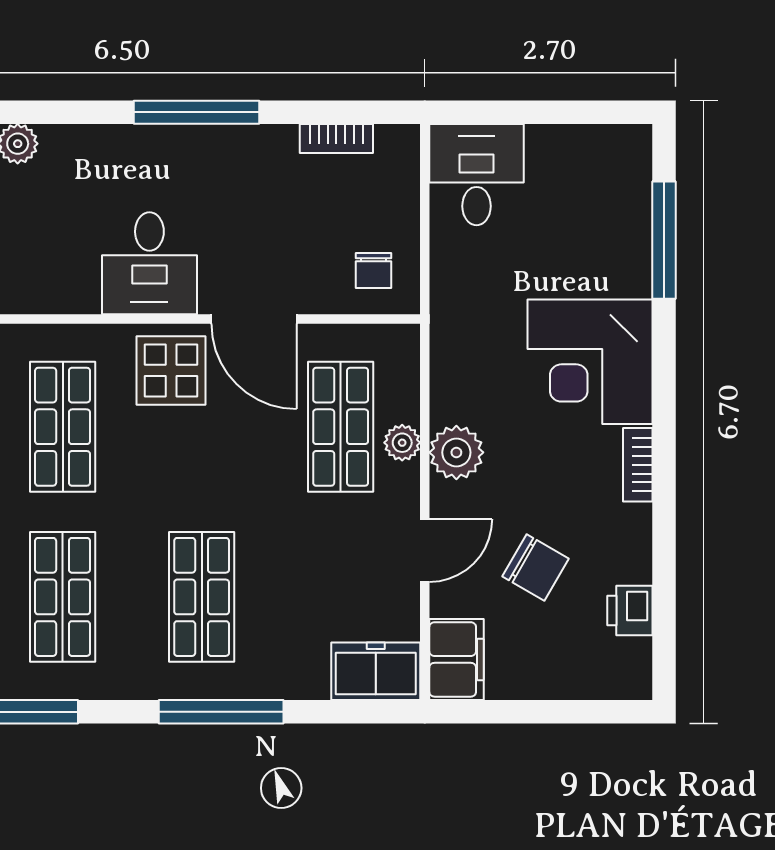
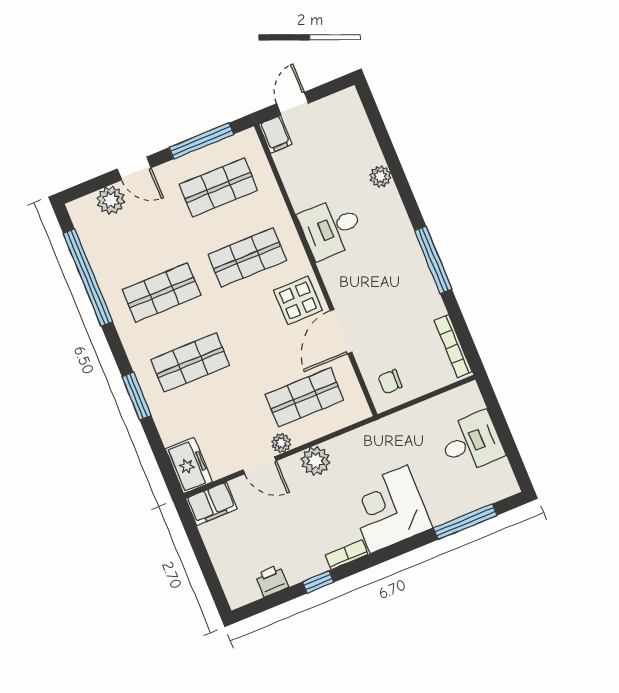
bookcase: (336, 138) -> (453, 346), width x1.56
desk: (477, 175) -> (471, 442), moved
desk: (149, 263) -> (331, 228), moved
plant: (402, 443) -> (281, 443), moved
window: (664, 533) -> (318, 582), added
chair: (536, 567) -> (274, 524), removed
window: (221, 712) -> (137, 396), width x0.69

